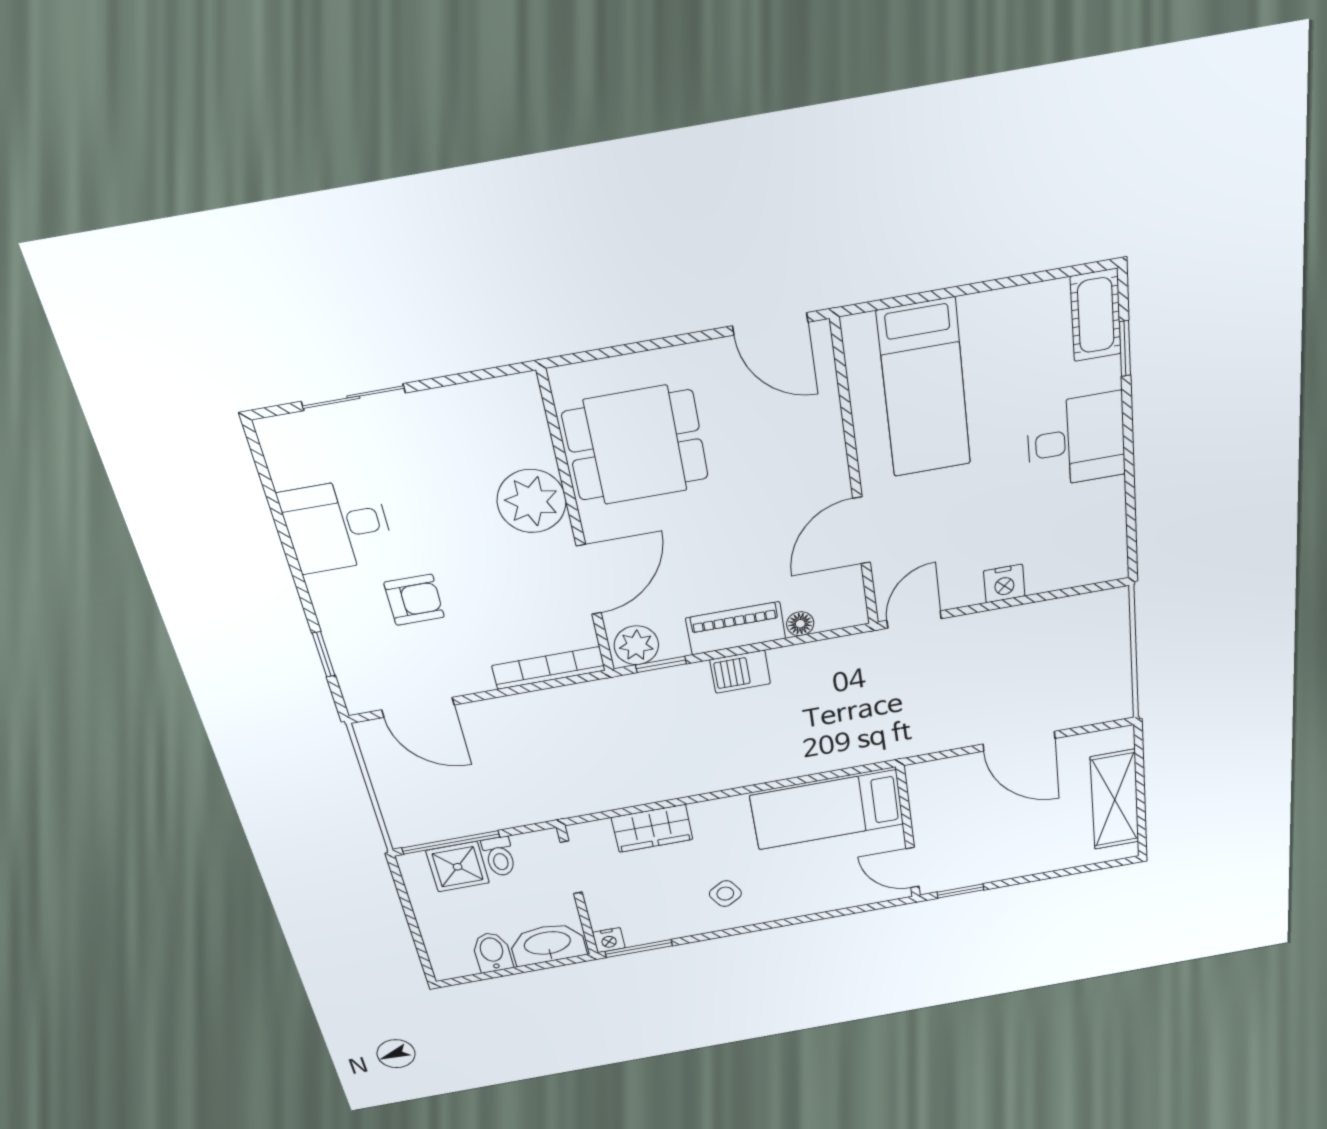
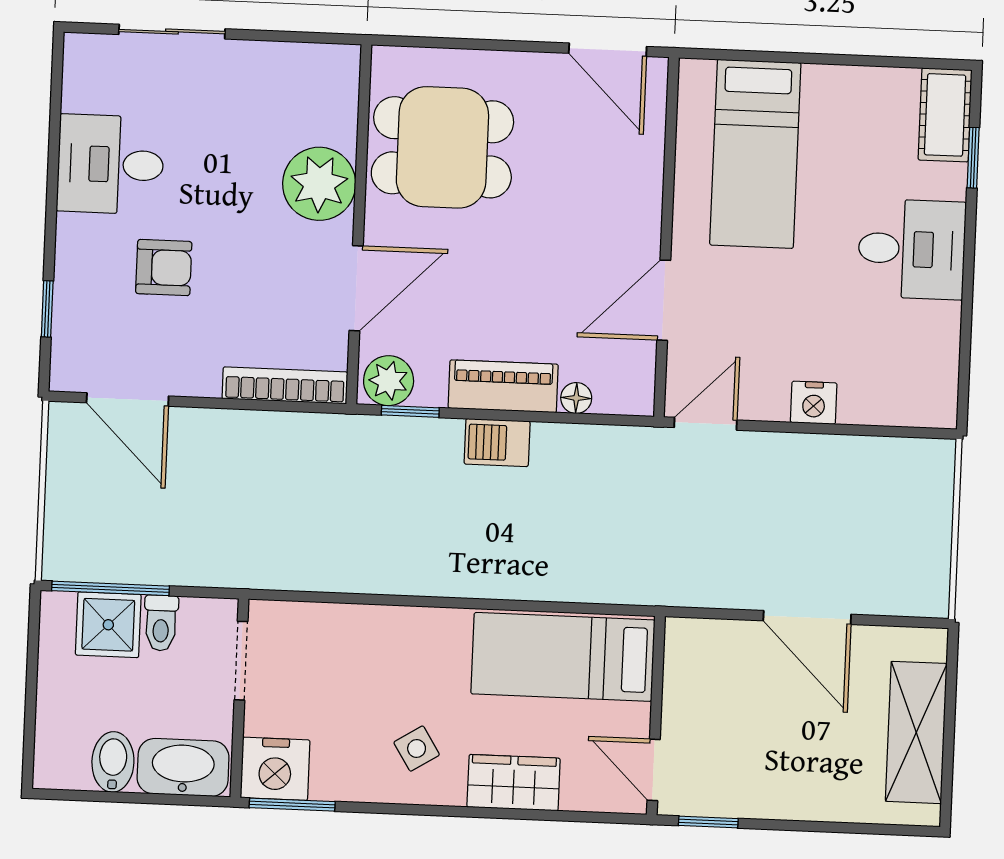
wardrobe: (652, 828) -> (514, 783), moved, turned 180
nightstand: (609, 940) -> (275, 769), width x1.89, depth x1.79

